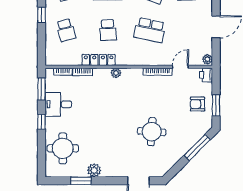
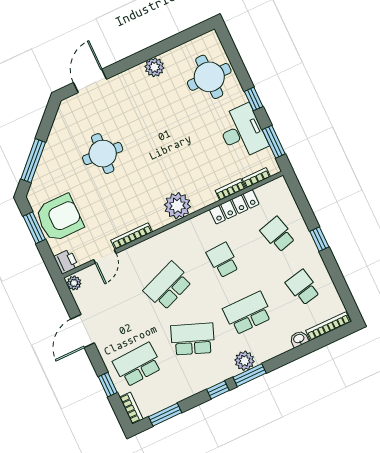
school desk: (150, 30) -> (168, 286), turned -33
locker: (99, 60) -> (234, 207), moved
plant: (116, 73) -> (177, 206), width x1.88, depth x1.88
desk: (58, 104) -> (242, 132), width x1.37
armchair: (198, 104) -> (59, 218), width x1.88, depth x1.88
window: (81, 181) -> (165, 46), removed

